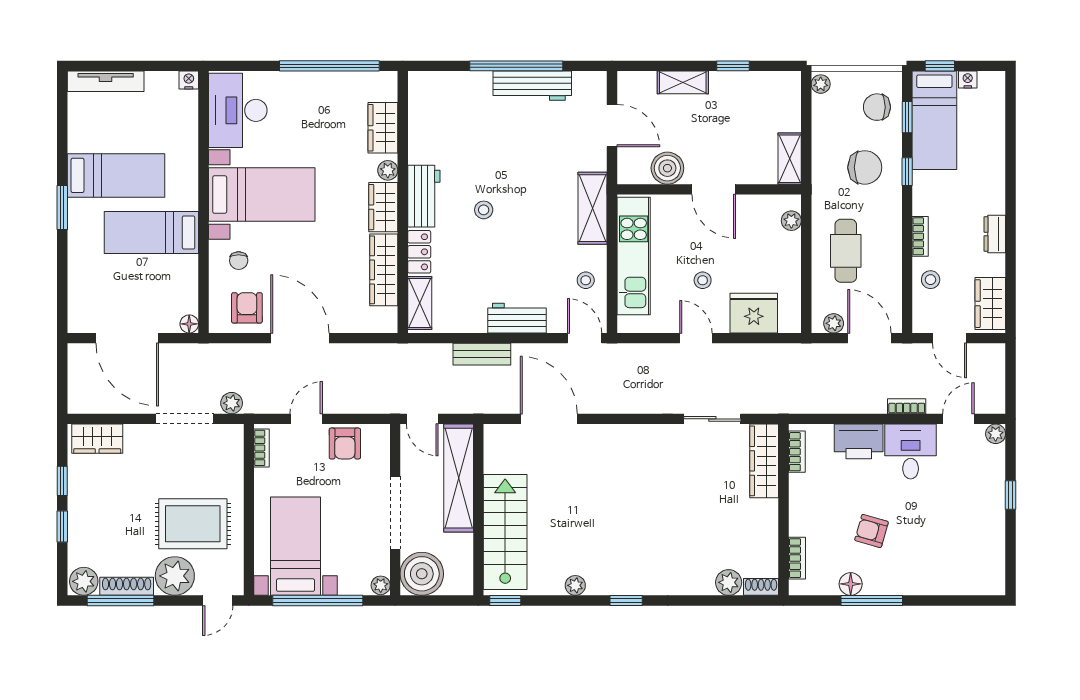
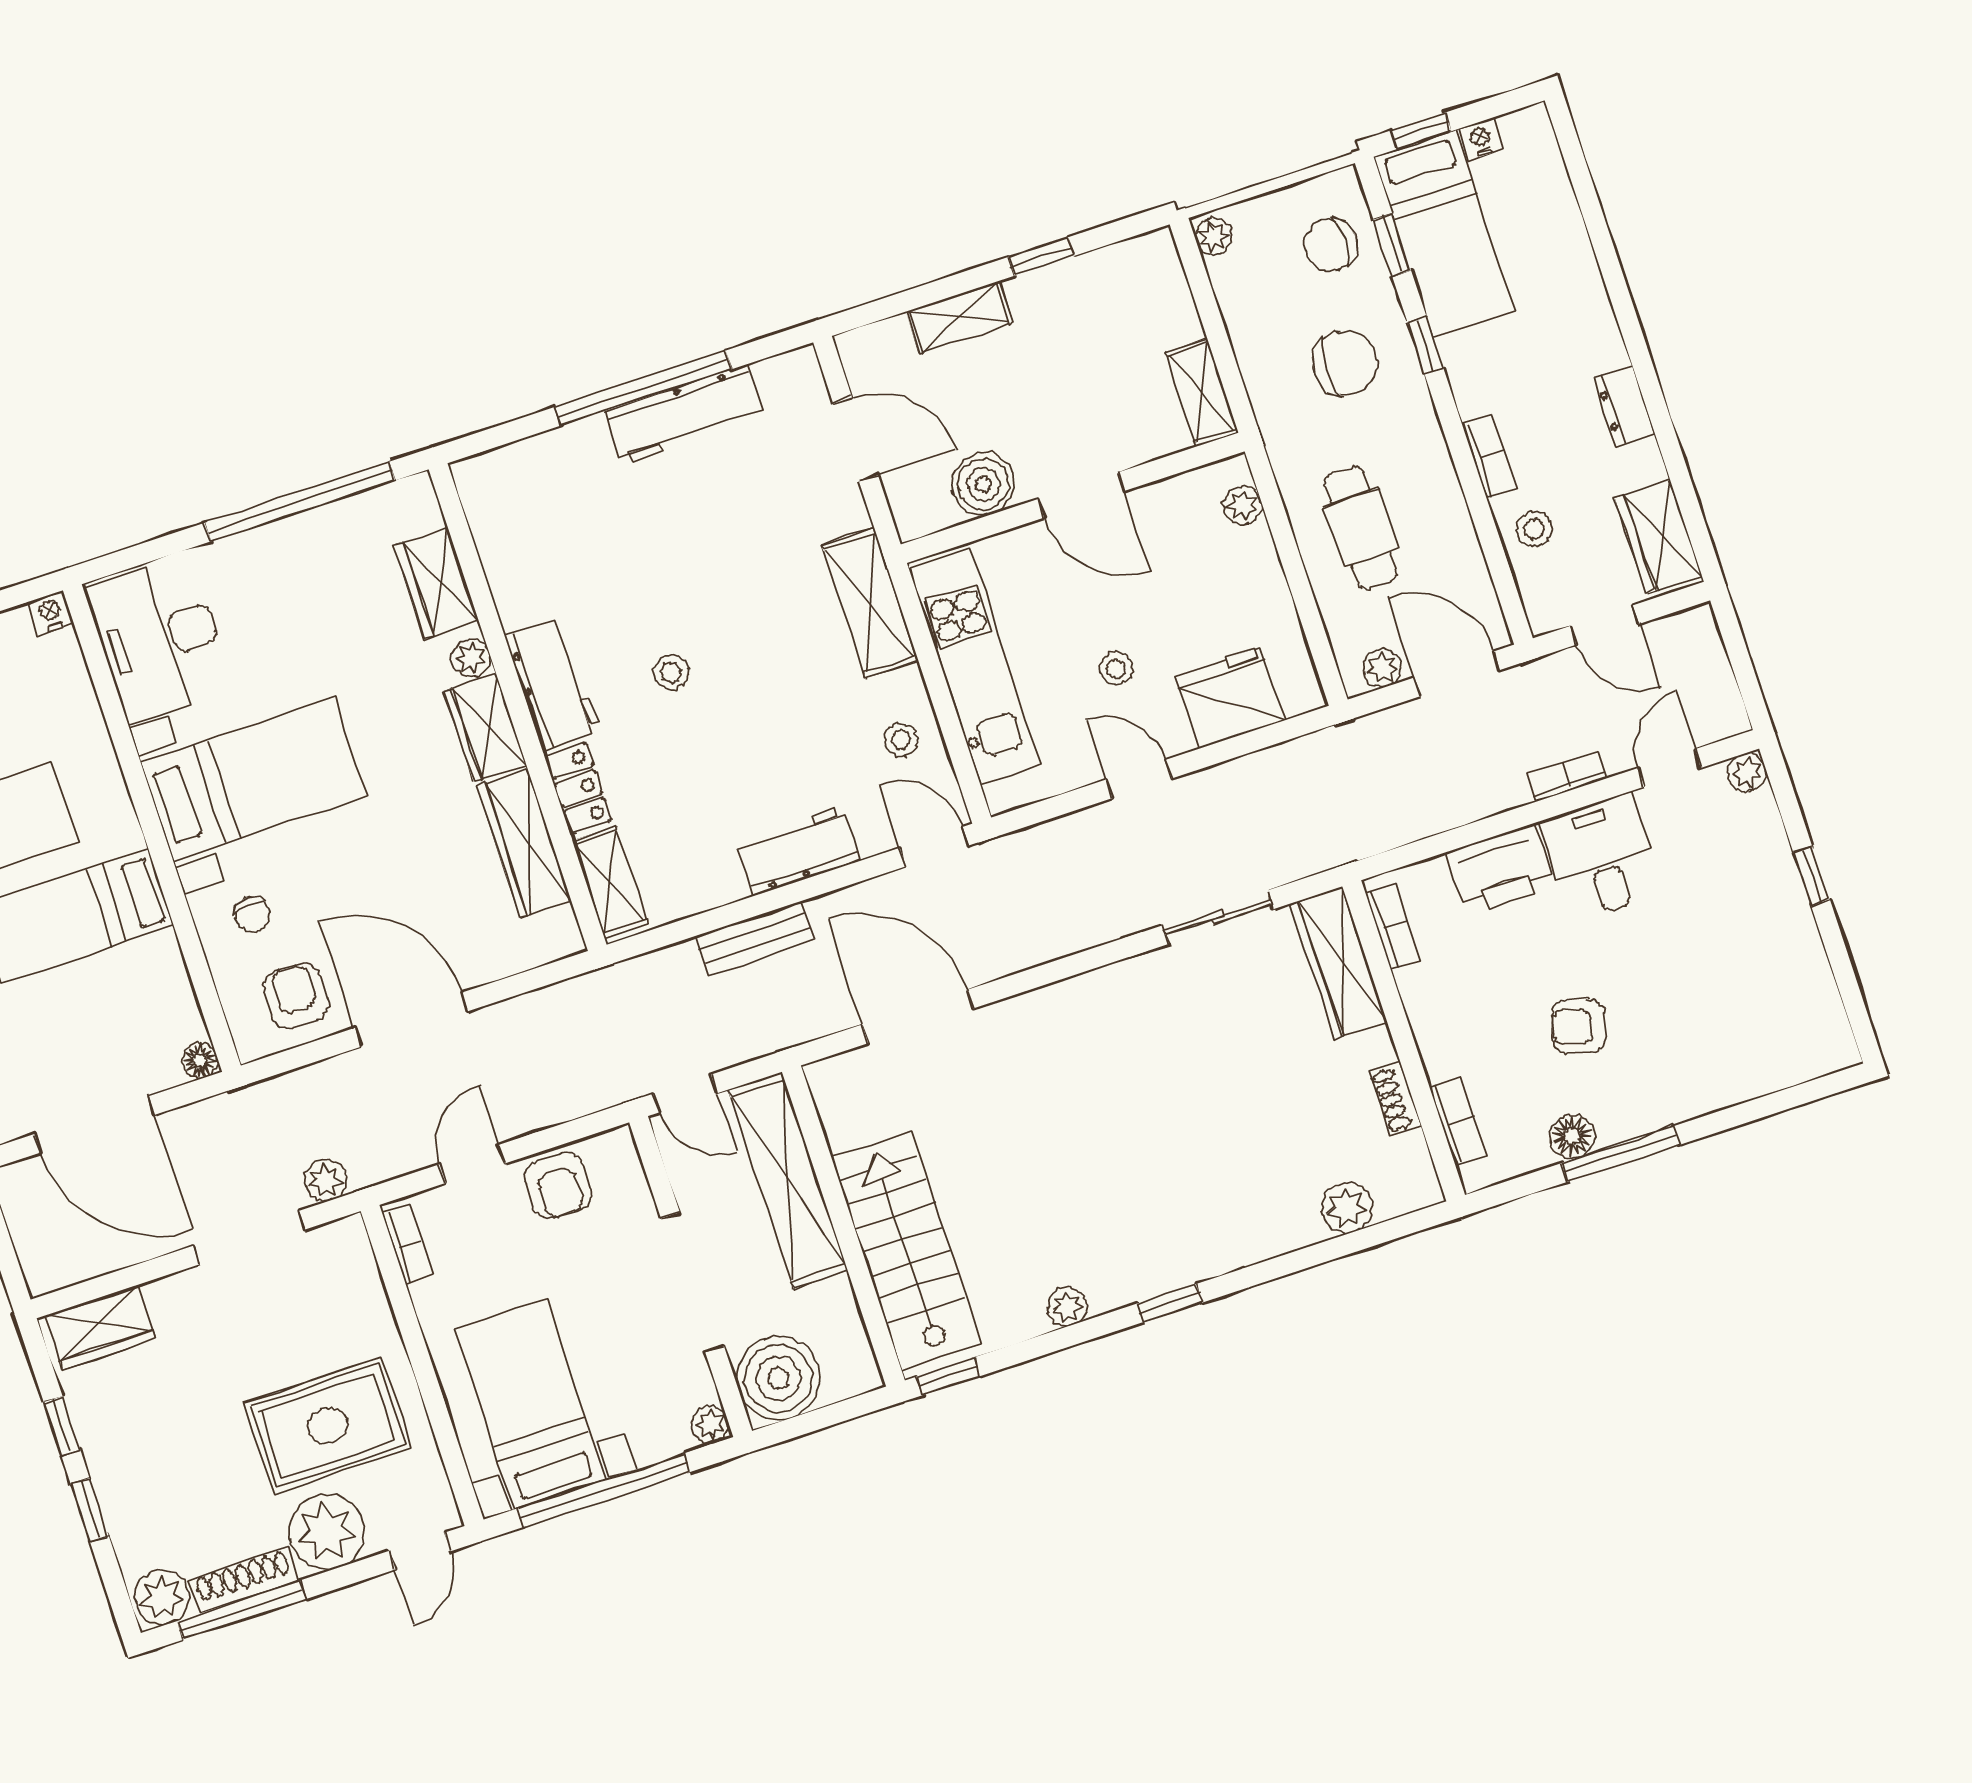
shoe rack: (761, 587) -> (1395, 1099), moved, turned -90

